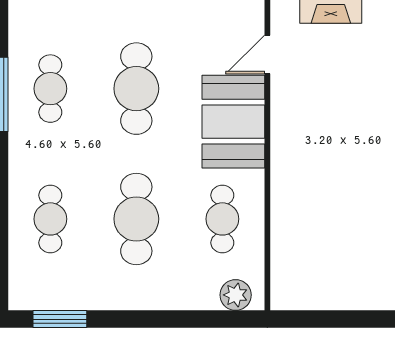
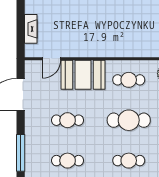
door: (267, 55) -> (52, 59), hinge flipped
cafe table: (136, 89) -> (68, 120), width x0.73, depth x0.74

